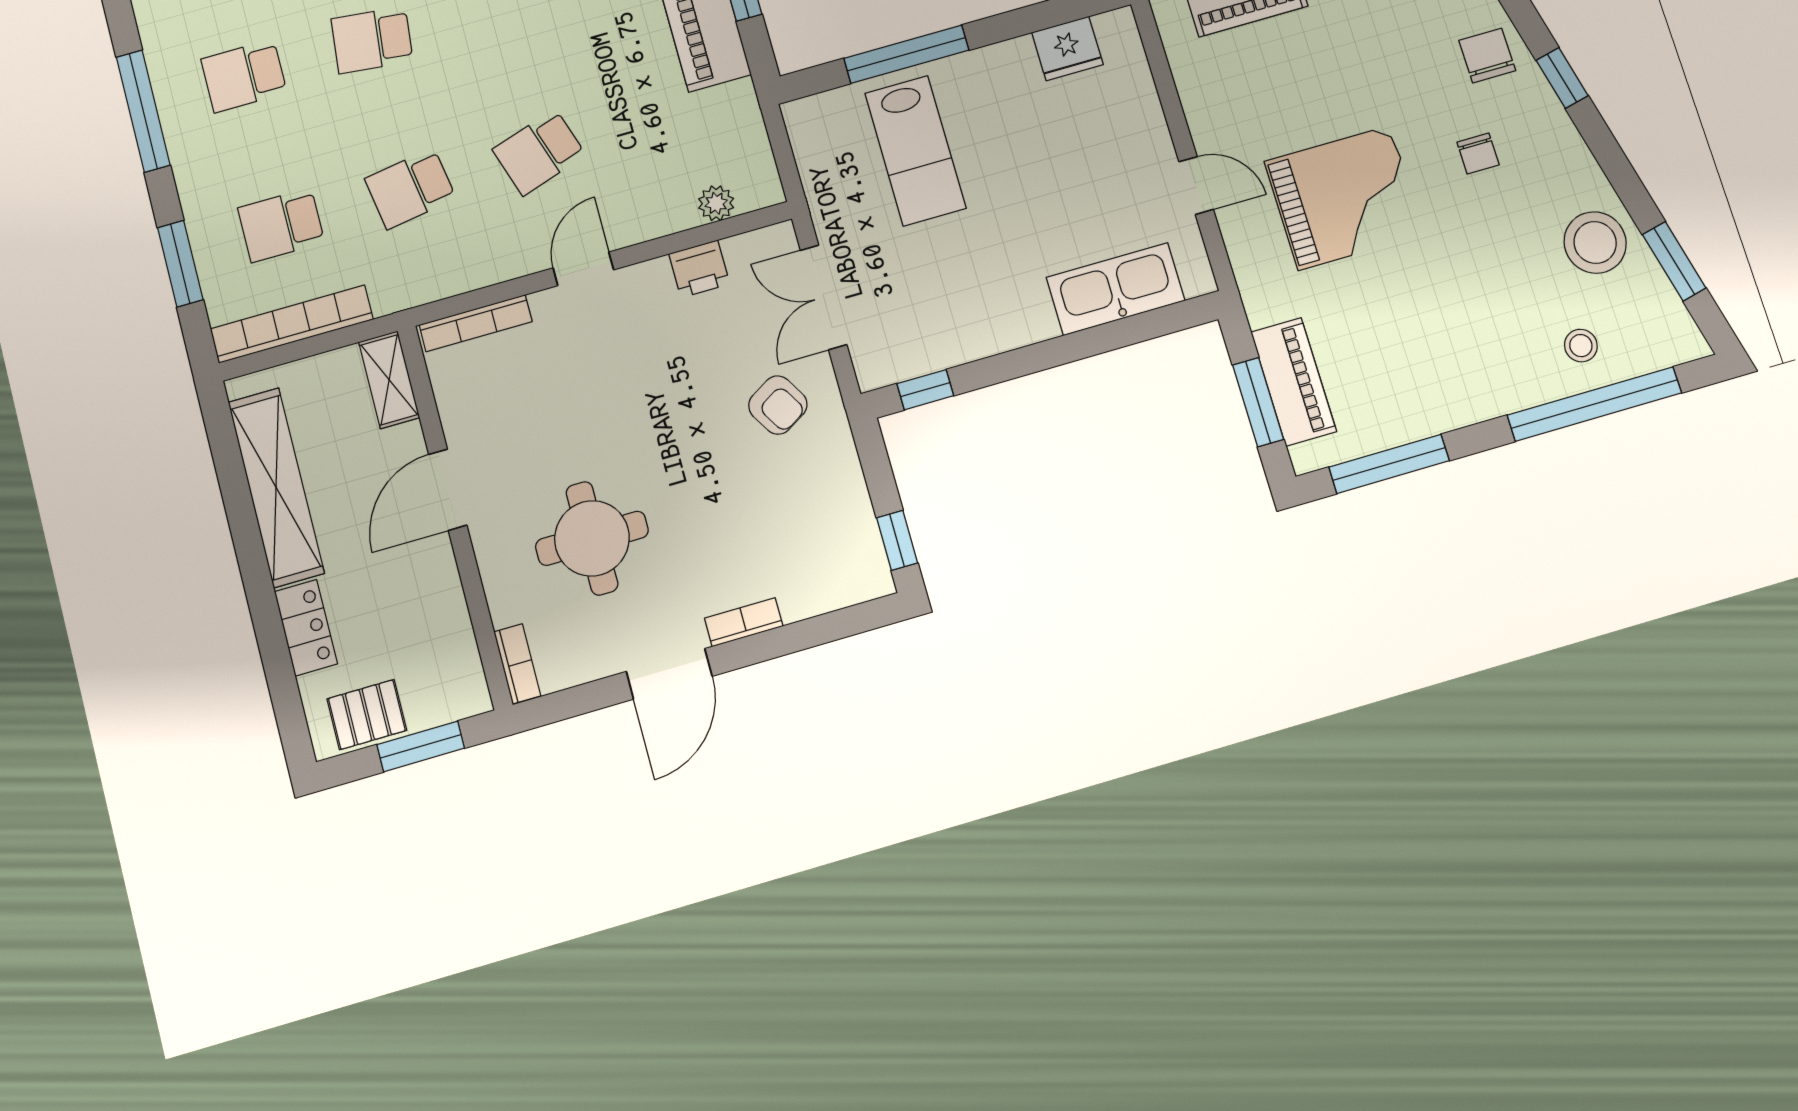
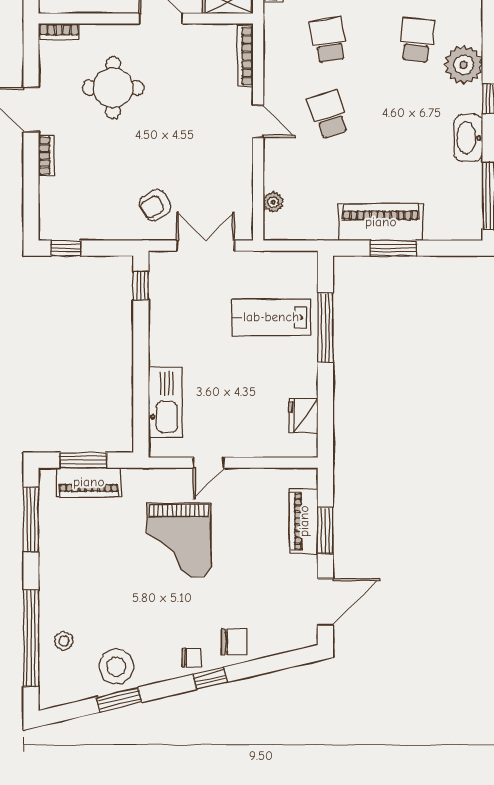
chair: (1478, 154) -> (192, 658), moved, turned 180
window: (1674, 261) -> (119, 700), moved
printer: (699, 269) -> (240, 183), removed

